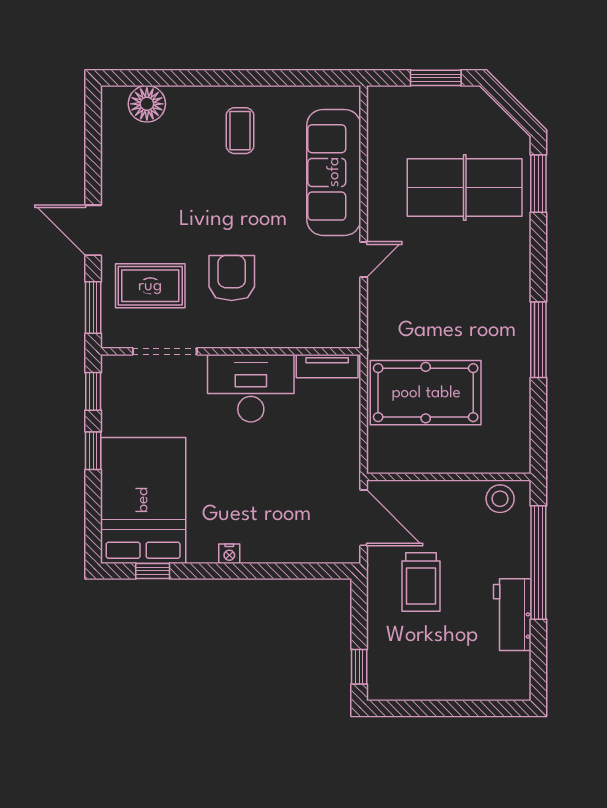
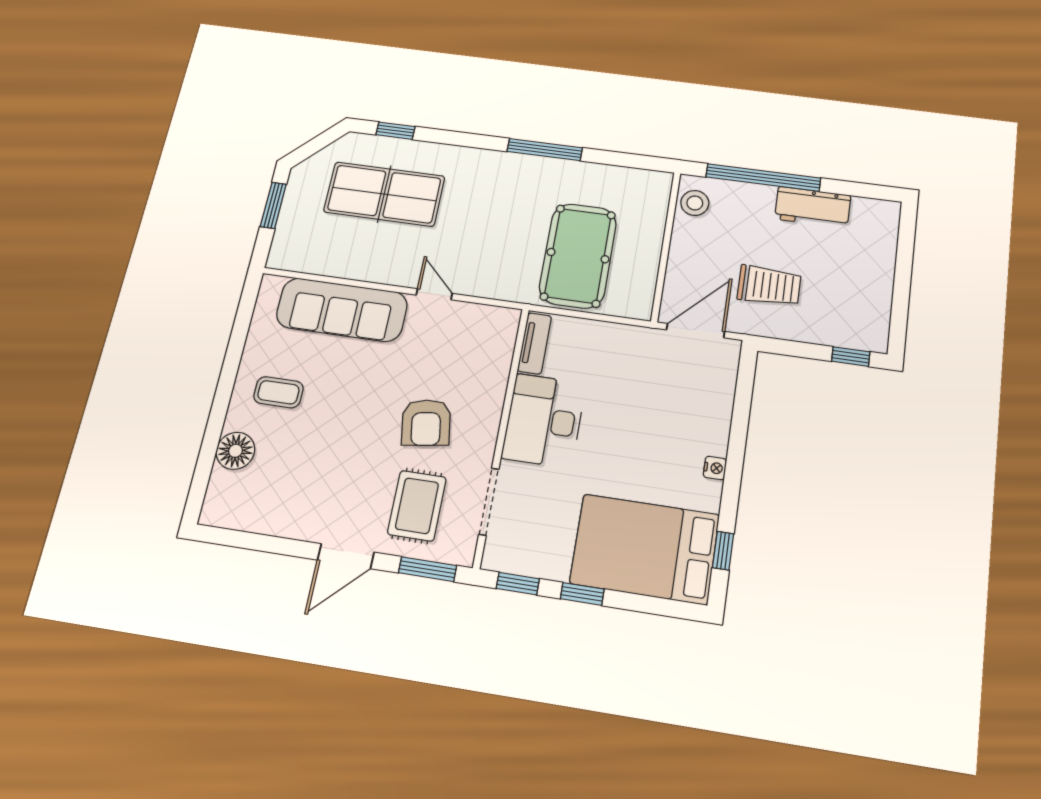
floor lamp: (147, 104) -> (235, 451), moved
window: (538, 184) -> (396, 131), width x0.67
table tennis table: (465, 187) -> (384, 194), turned 90
armchair: (232, 278) -> (426, 423), turned -99

